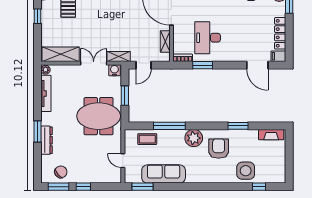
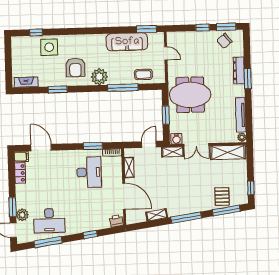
locker: (280, 33) -> (20, 173), width x0.66

